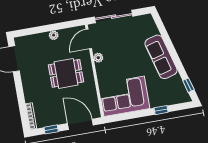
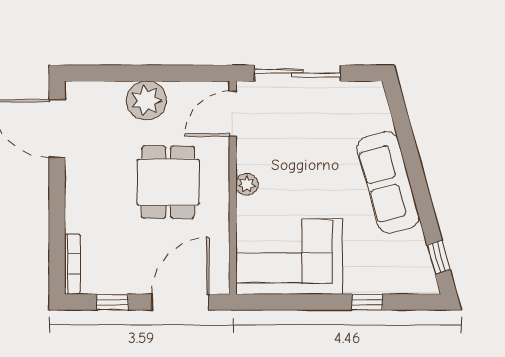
plant: (54, 35) -> (146, 101), width x1.88, depth x1.88
plant: (98, 58) -> (247, 184), moved
dining table: (66, 73) -> (168, 182), turned 90
door: (80, 124) -> (180, 302), hinge flipped

